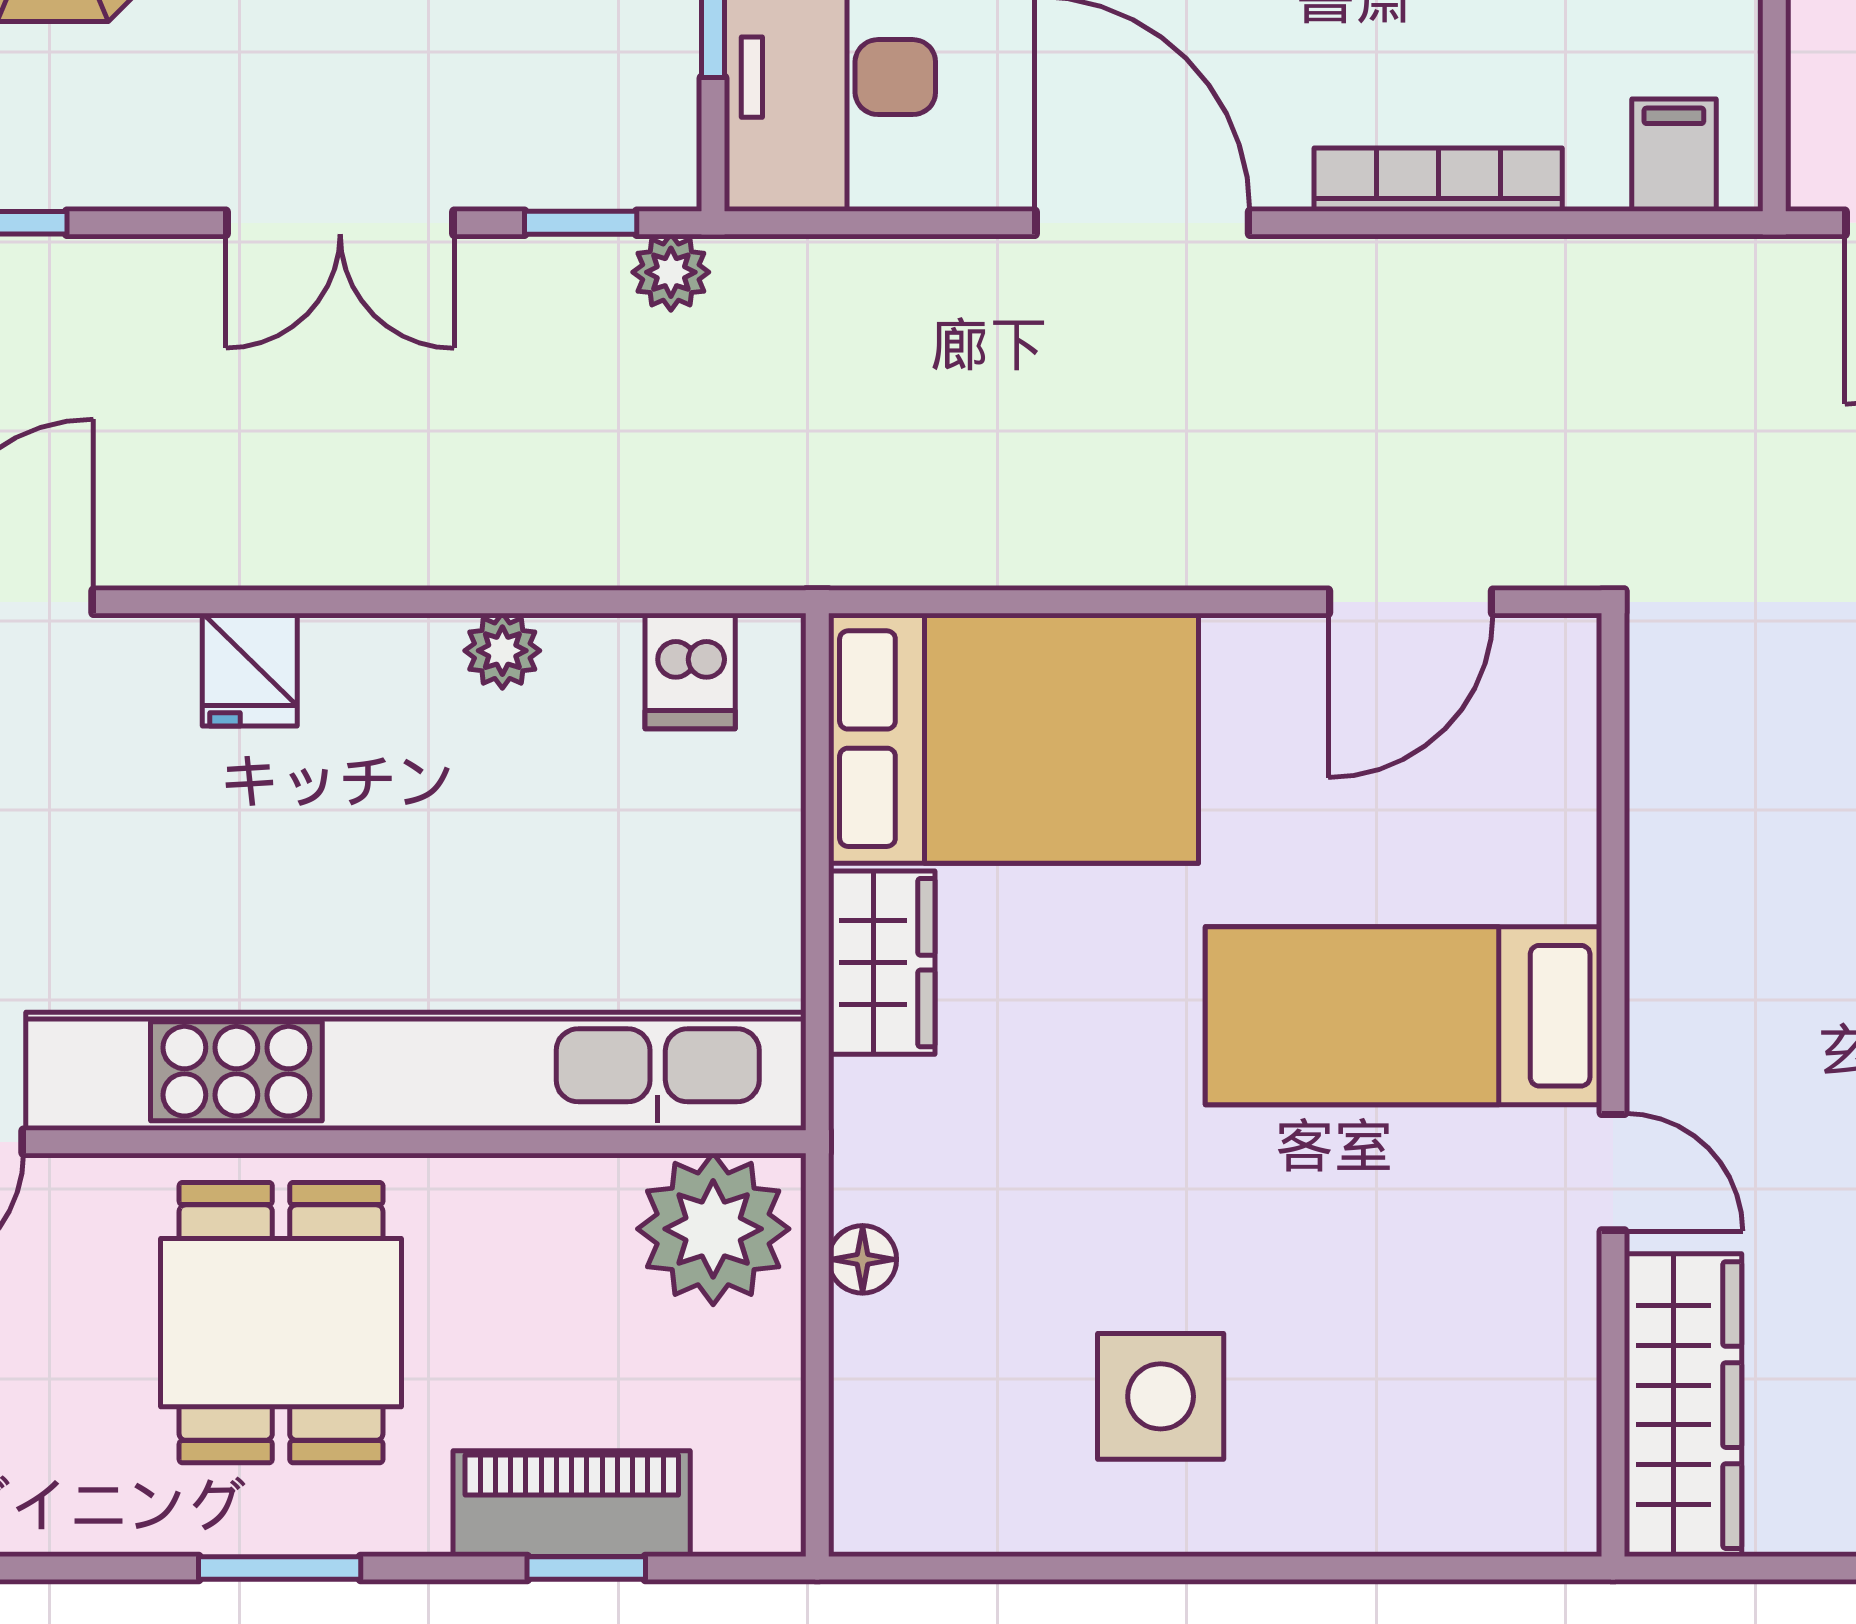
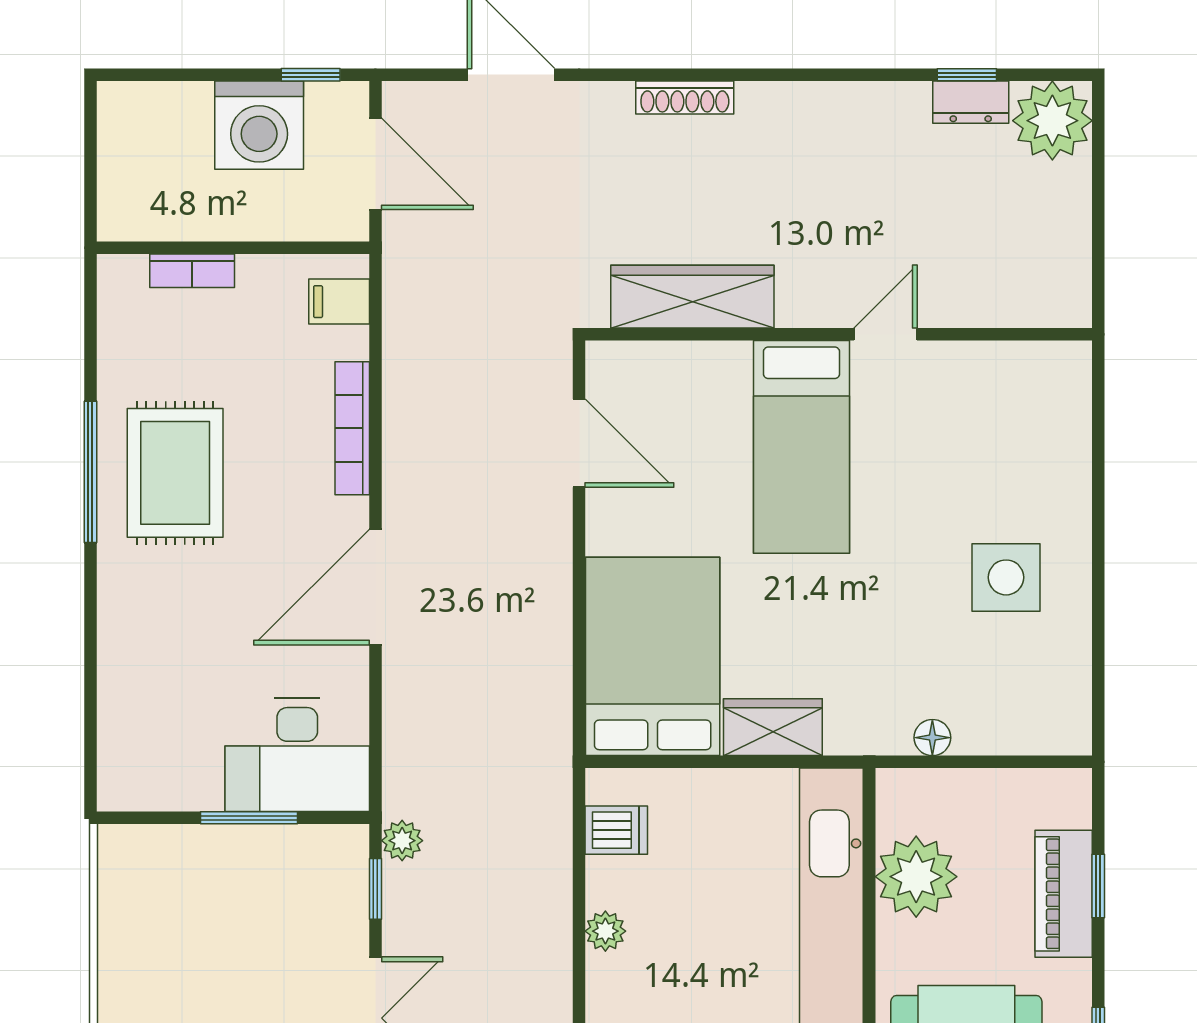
plant: (713, 1229) -> (916, 877), moved
wardrobe: (1683, 1405) -> (692, 297), moved

